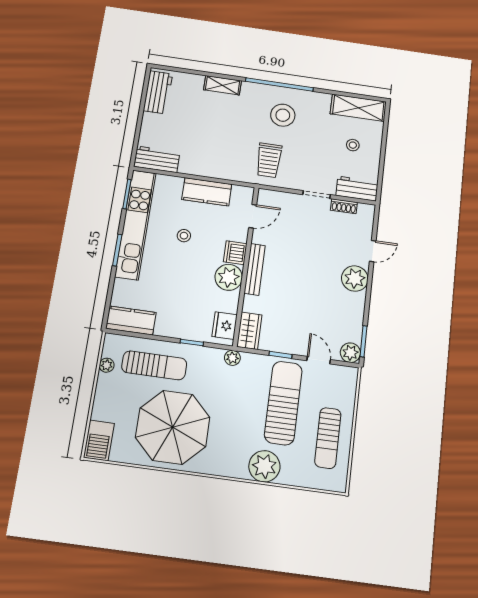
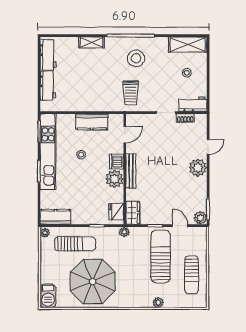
workbench: (157, 159) -> (48, 86), moved, turned 90
plant: (107, 365) -> (45, 233), moved
plant: (264, 466) -> (158, 303), width x0.53, depth x0.53

